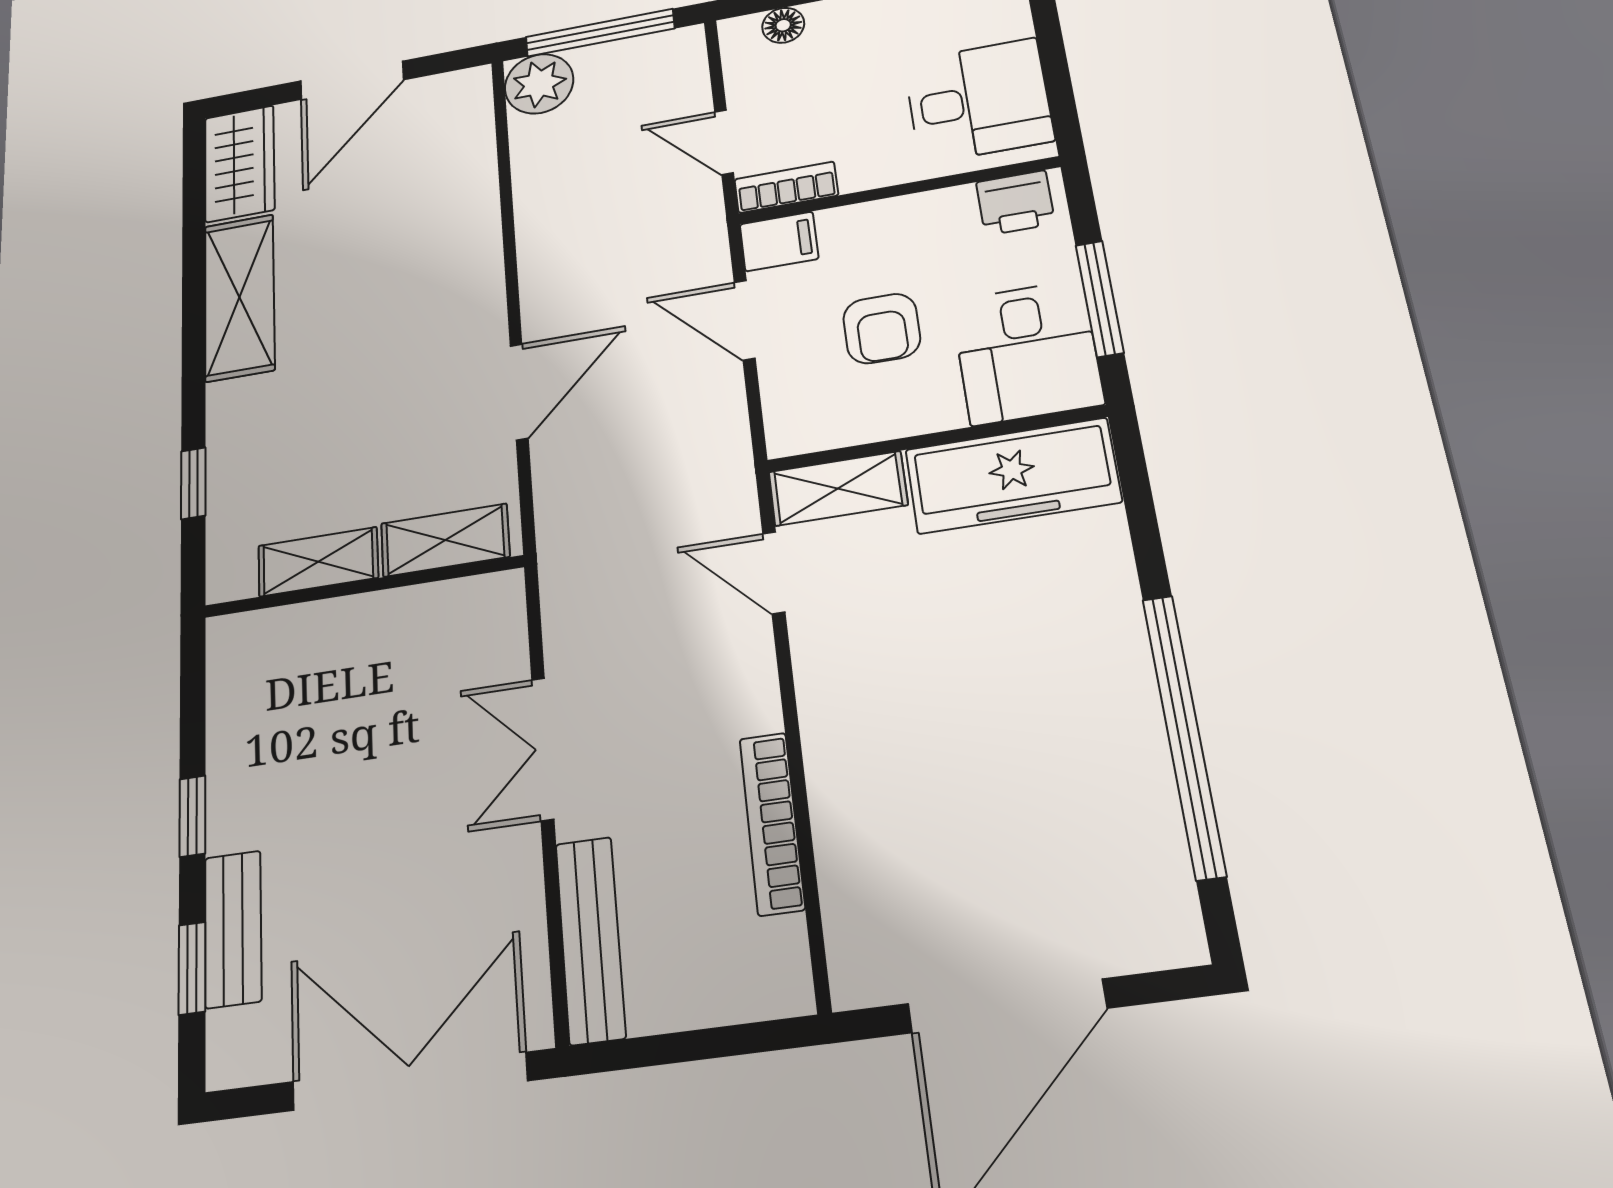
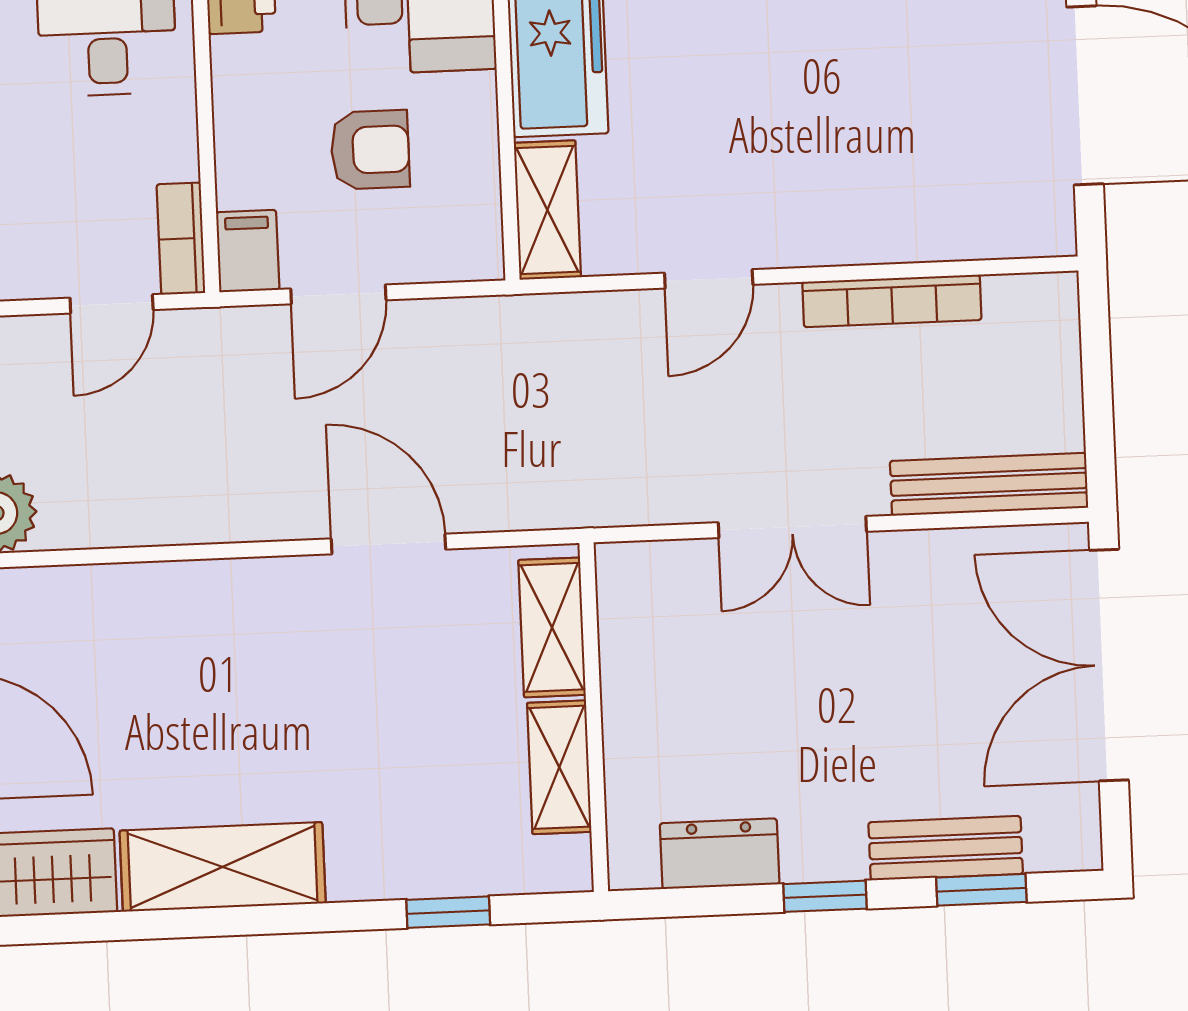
door: (774, 573) -> (709, 279), moved
dresser: (236, 714) -> (720, 854), added

